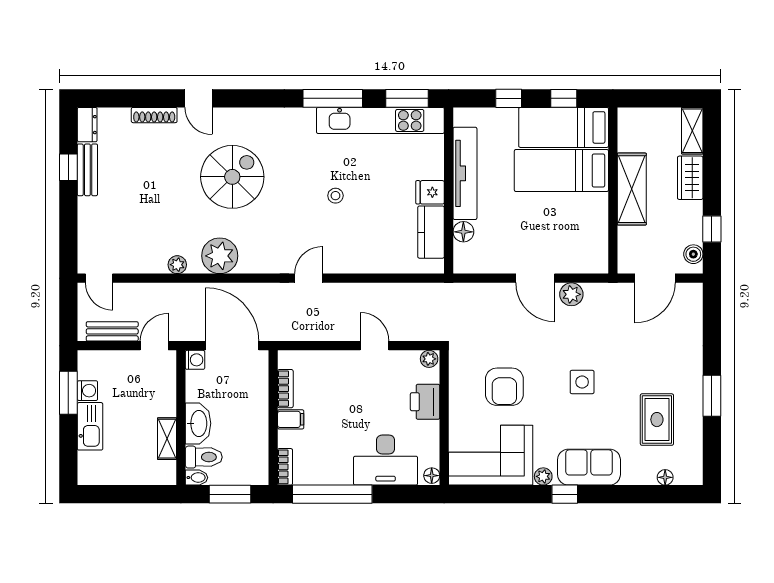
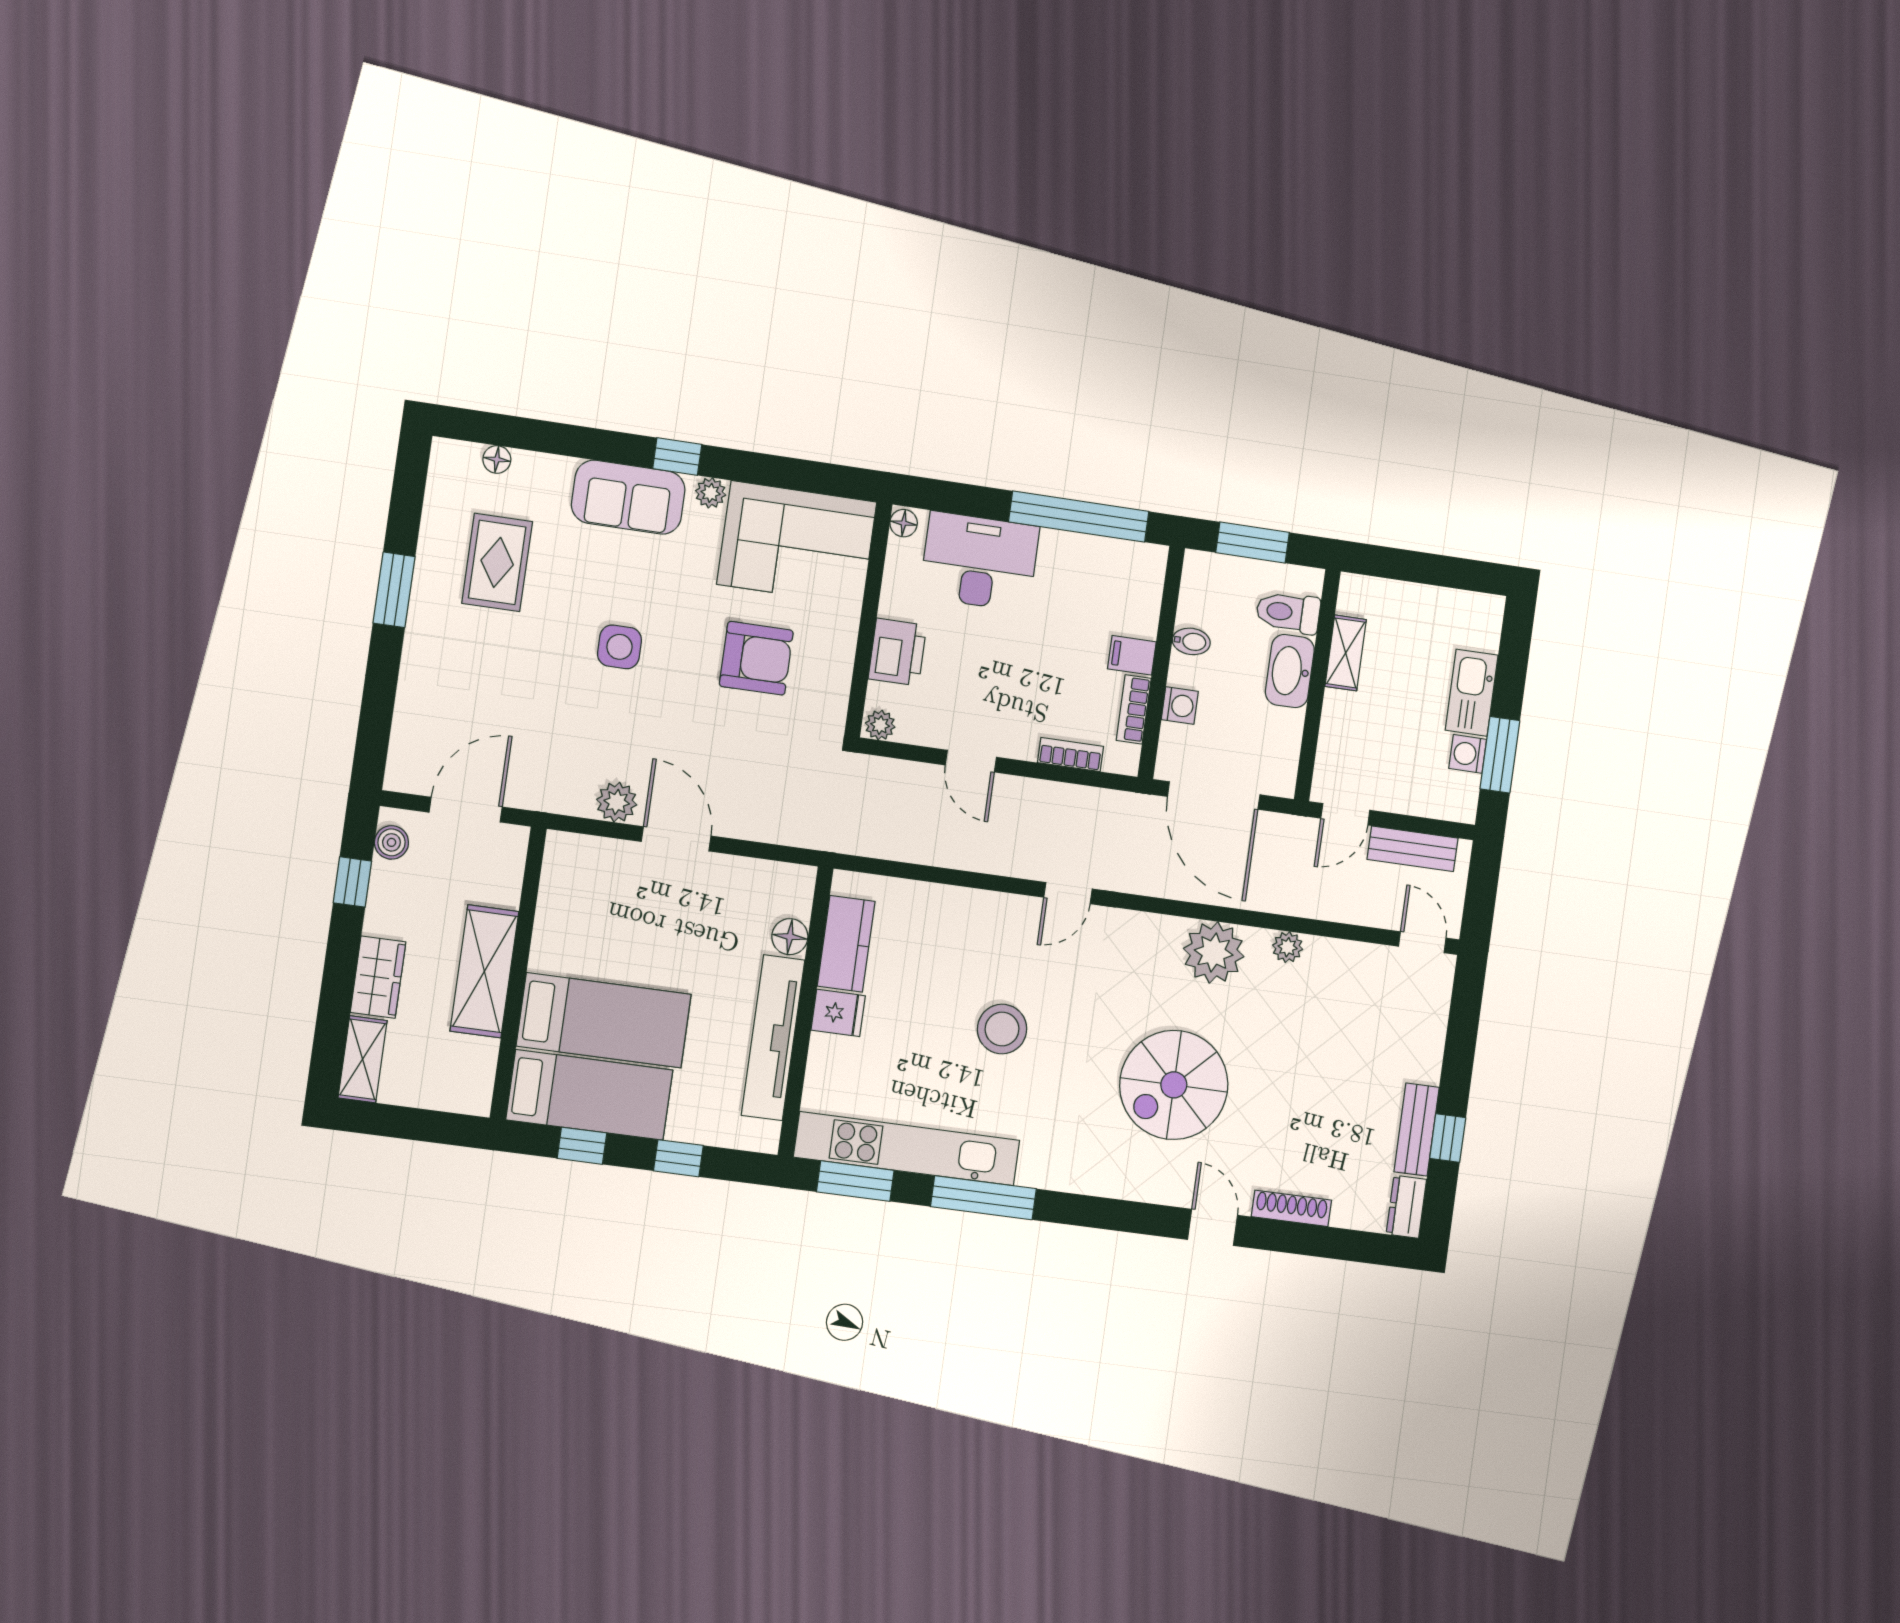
stool: (335, 196) -> (1002, 1029), width x1.89, depth x1.89
washing machine: (195, 360) -> (1180, 706), moved, turned 180
armchair: (504, 387) -> (756, 658), turned 90
bookcase: (285, 467) -> (1070, 754), moved, turned 90
bidet: (197, 478) -> (1191, 641), moved, turned 180

